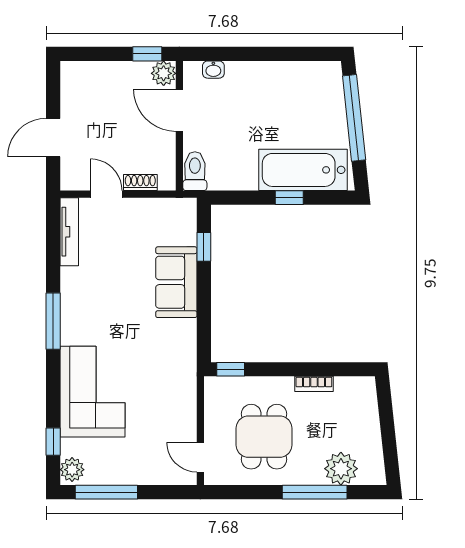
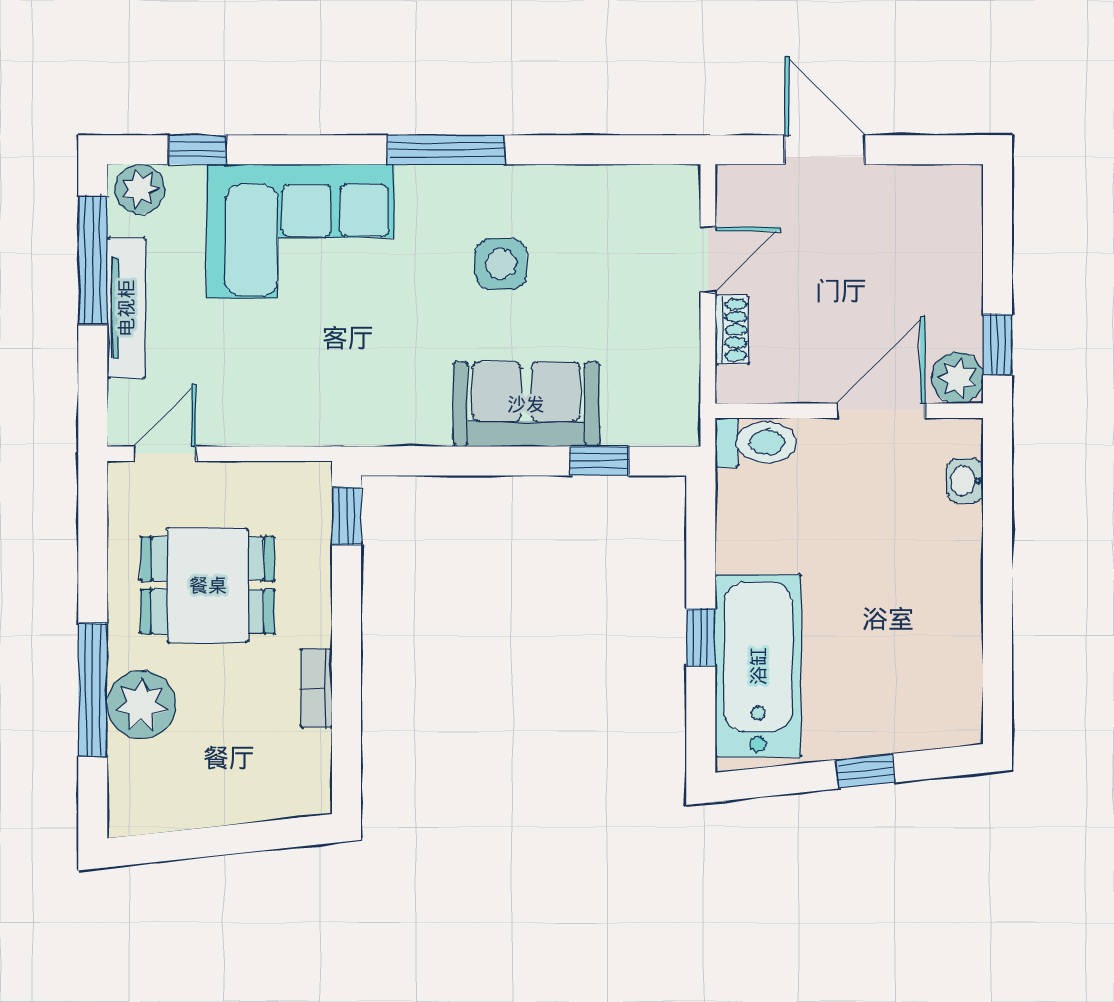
window: (354, 118) -> (866, 771), width x0.32
tv unit: (69, 232) -> (126, 308), moved, turned -90
side table: (108, 295) -> (501, 264), added
plant: (341, 469) -> (141, 705), moved

